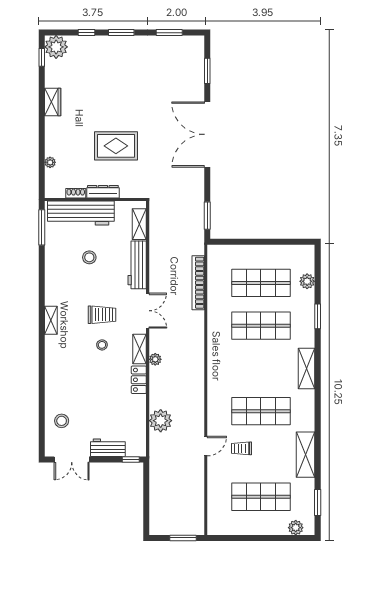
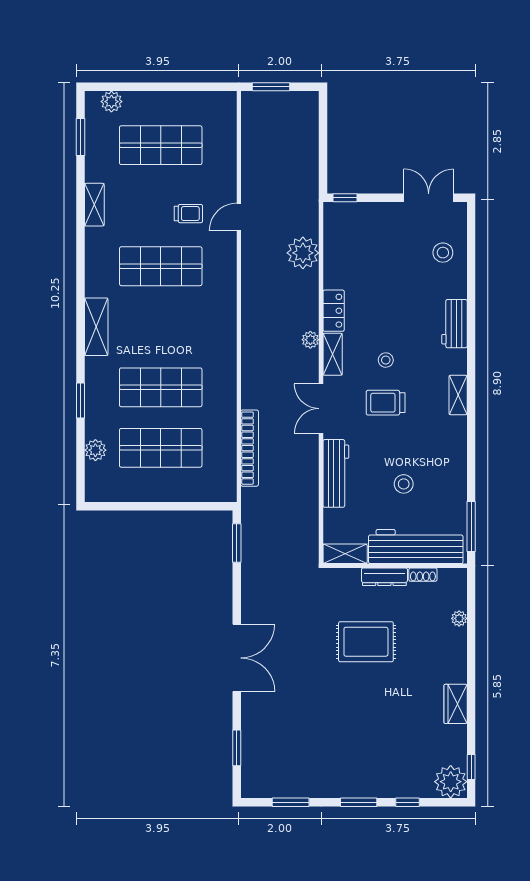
double door: (207, 134) -> (237, 658), width x0.73
shelving: (139, 224) -> (345, 554), moved, turned 90
workbench: (108, 448) -> (454, 324), moved, turned 90
shelving: (306, 455) -> (94, 205), width x0.67, depth x0.75

